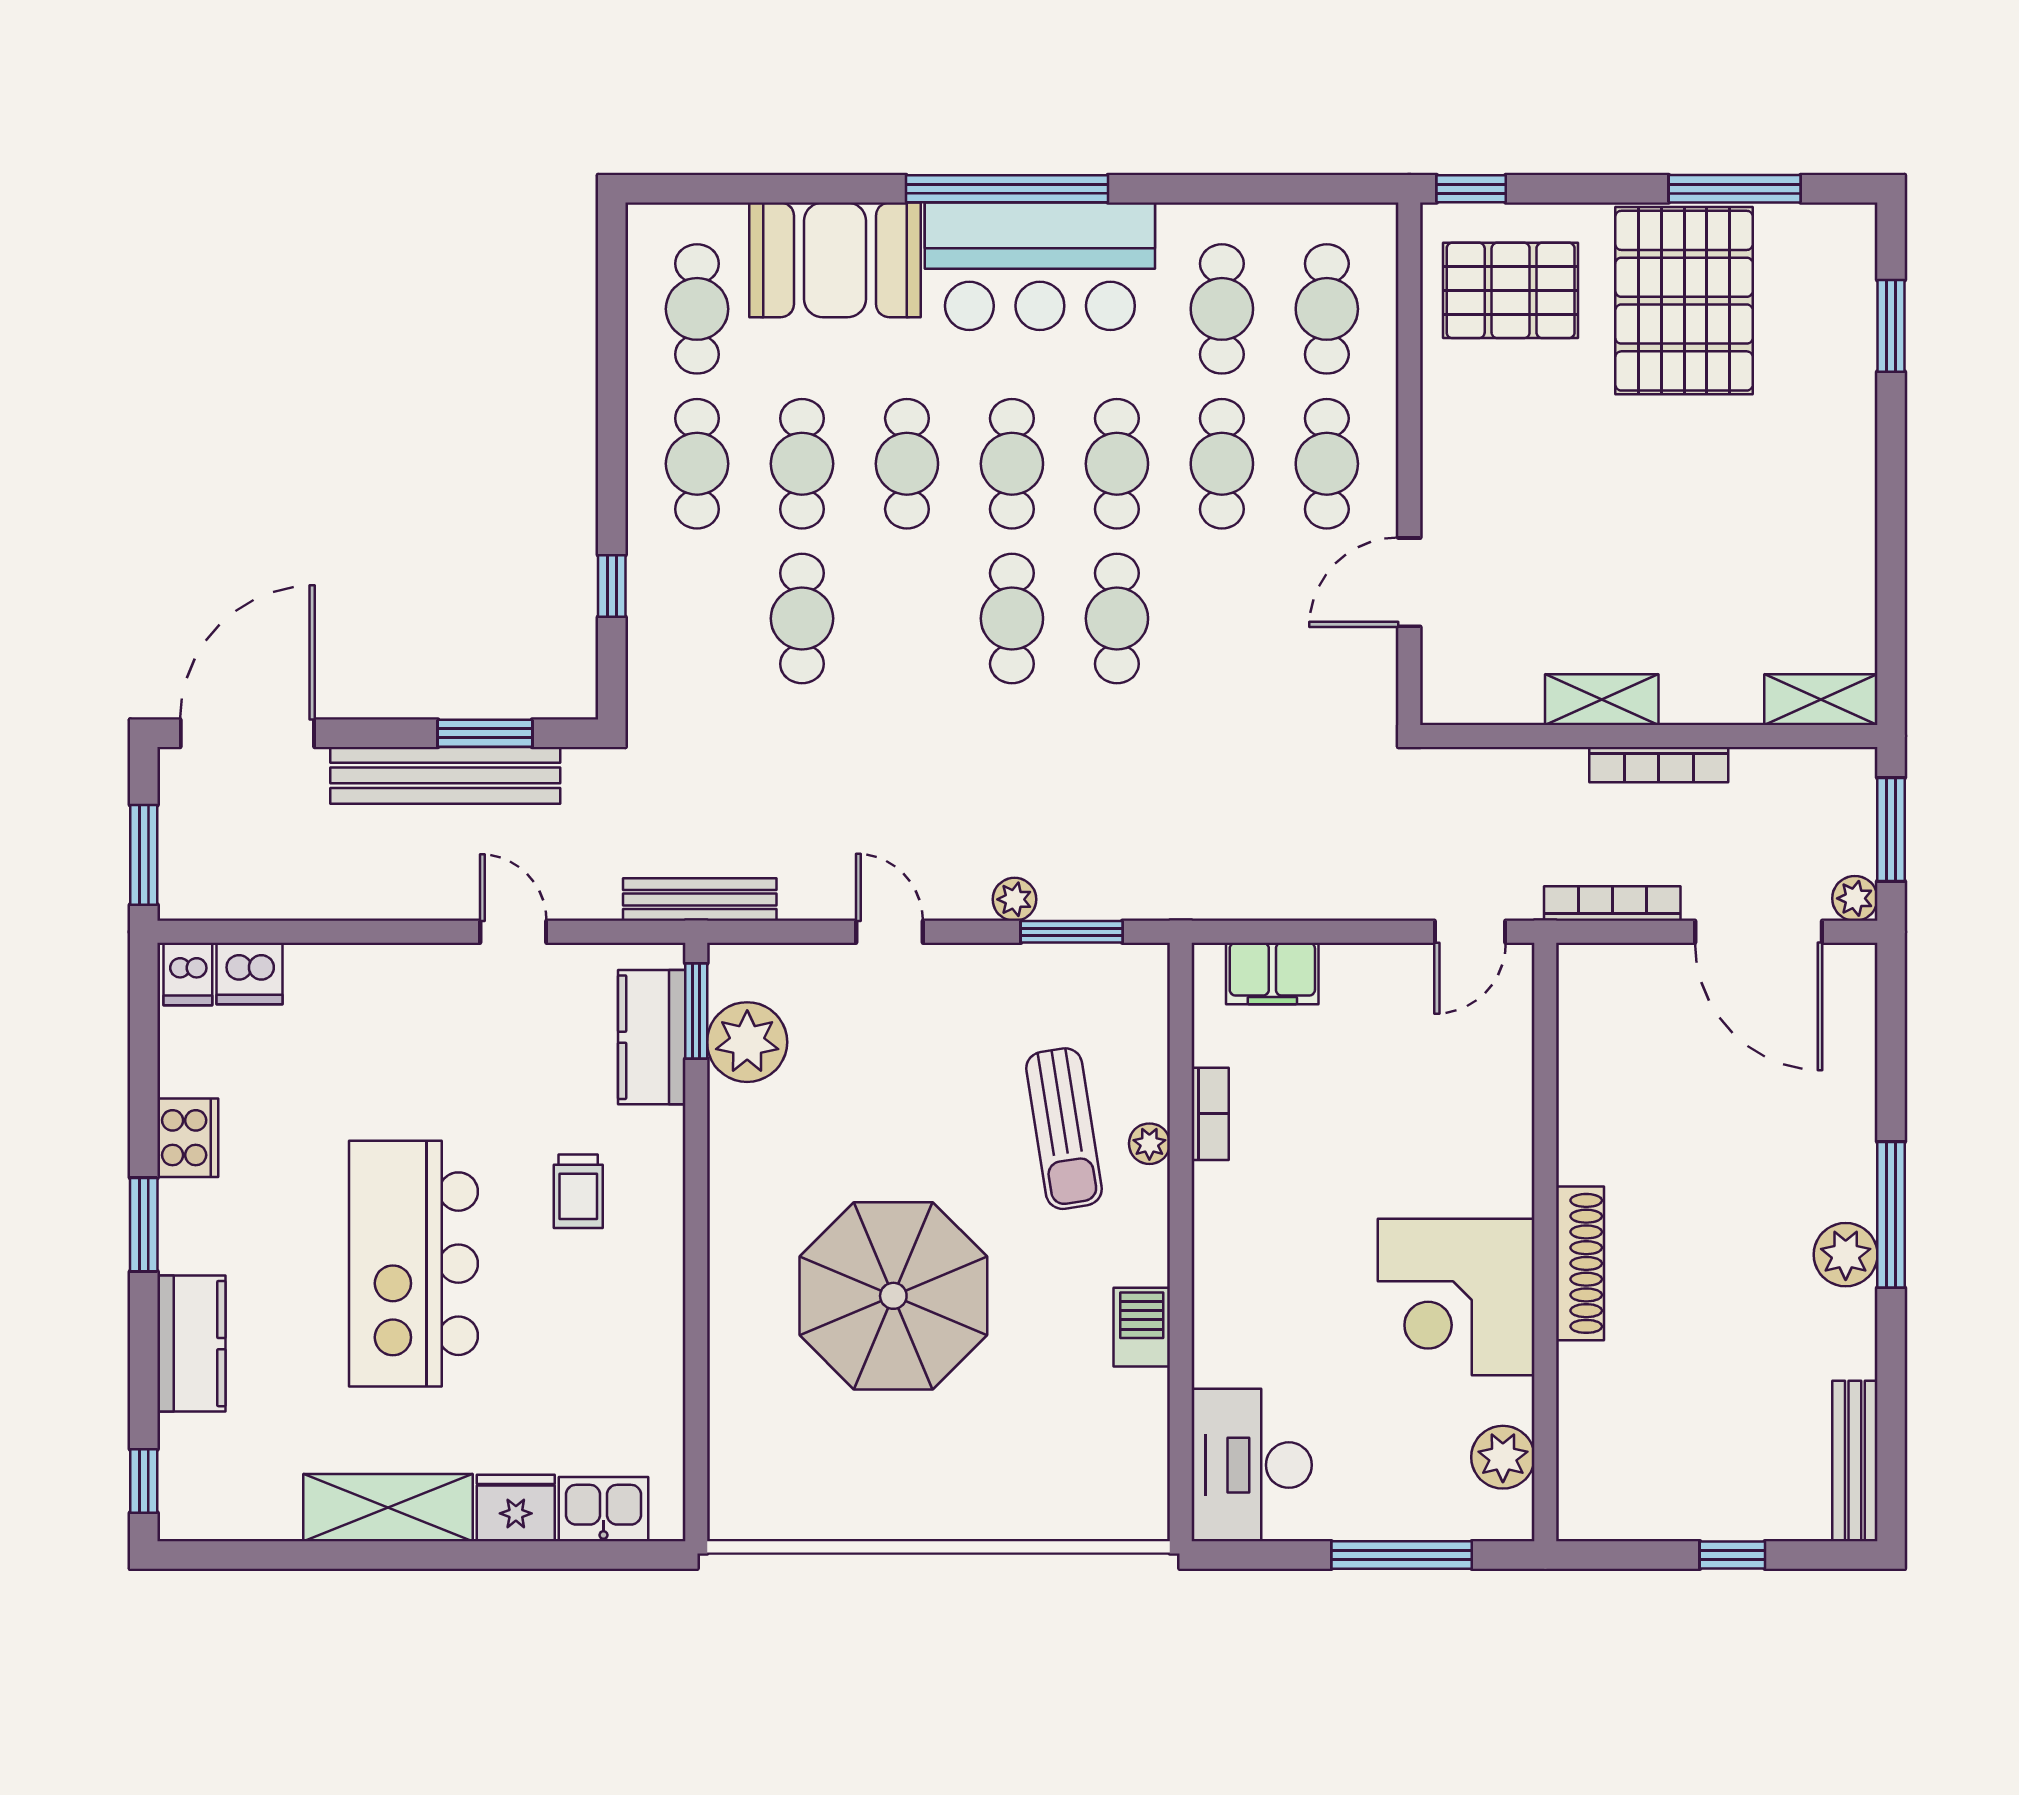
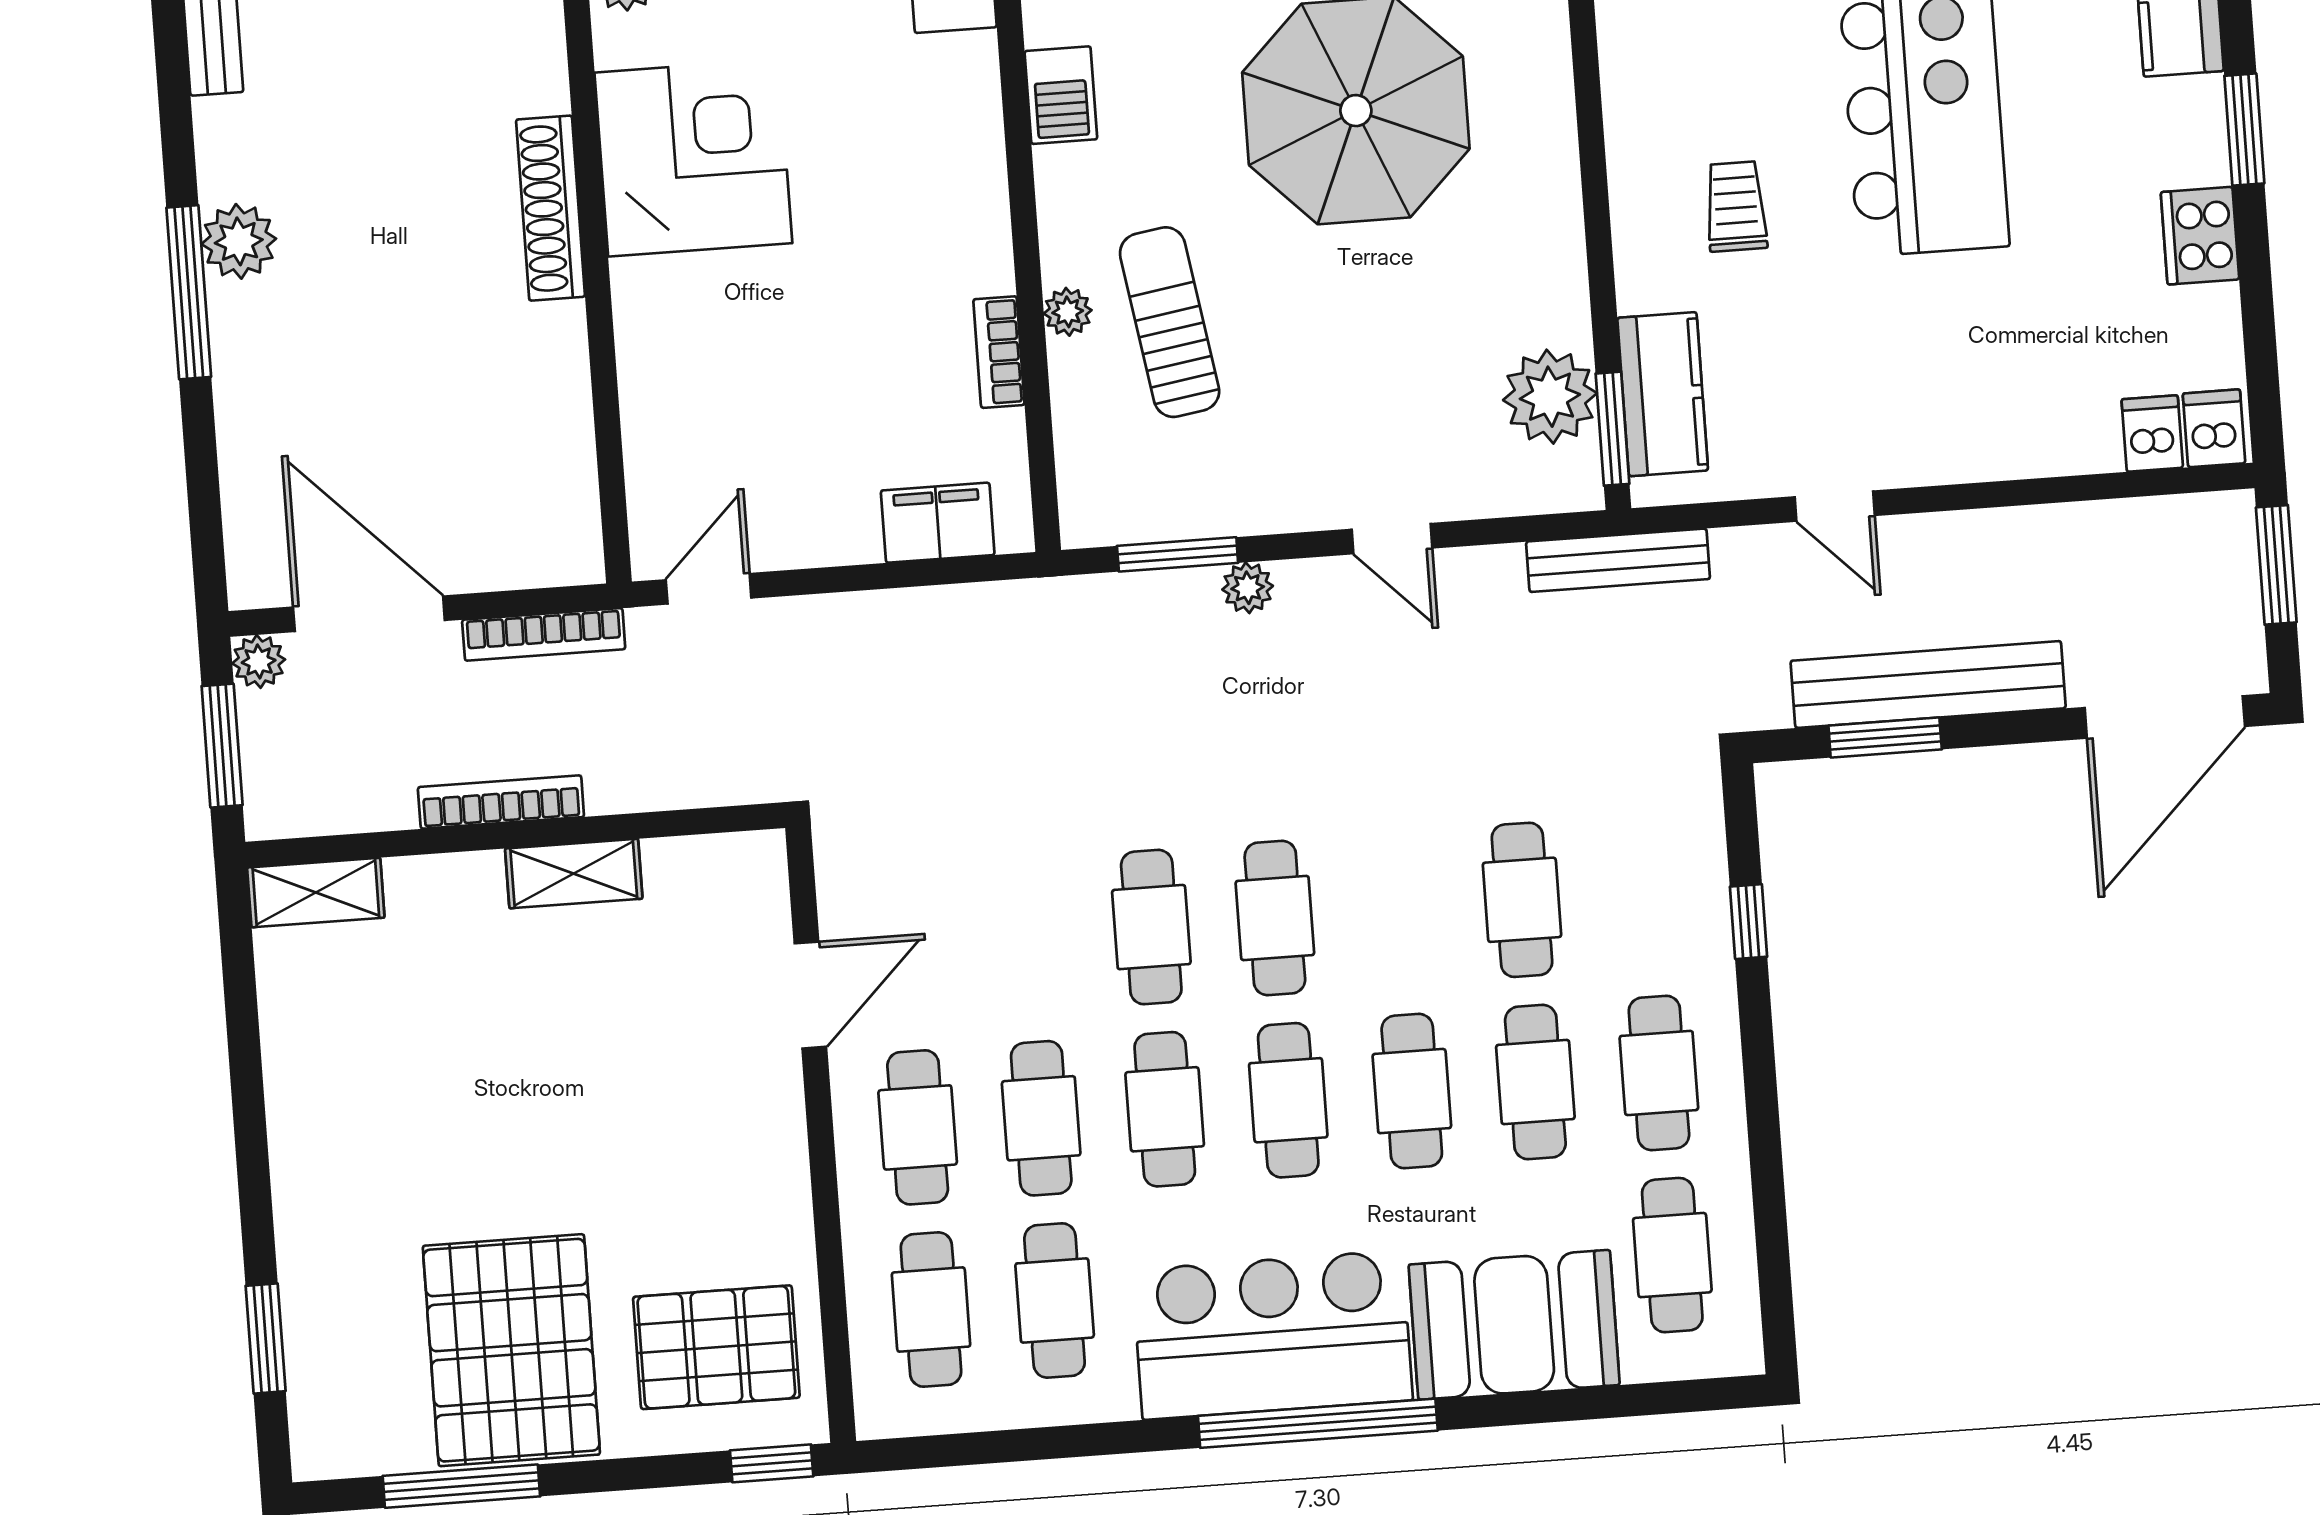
dishwasher: (249, 974) -> (2152, 433), width x0.73

